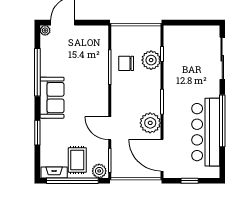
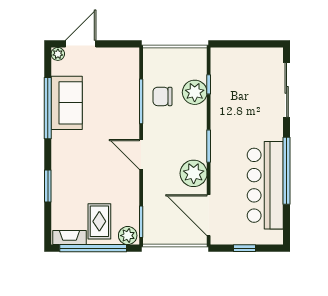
sofa: (52, 98) -> (67, 103), moved
door: (110, 128) -> (141, 154), moved

